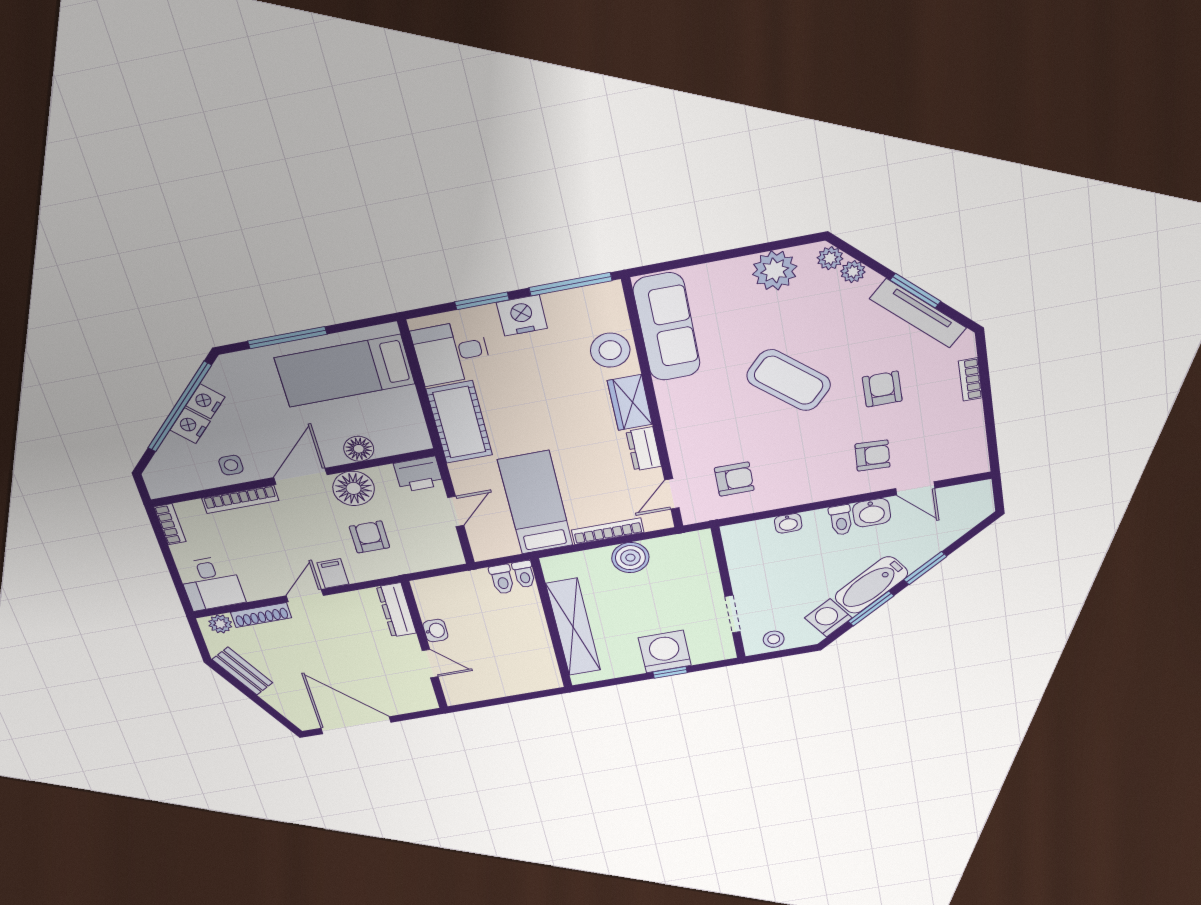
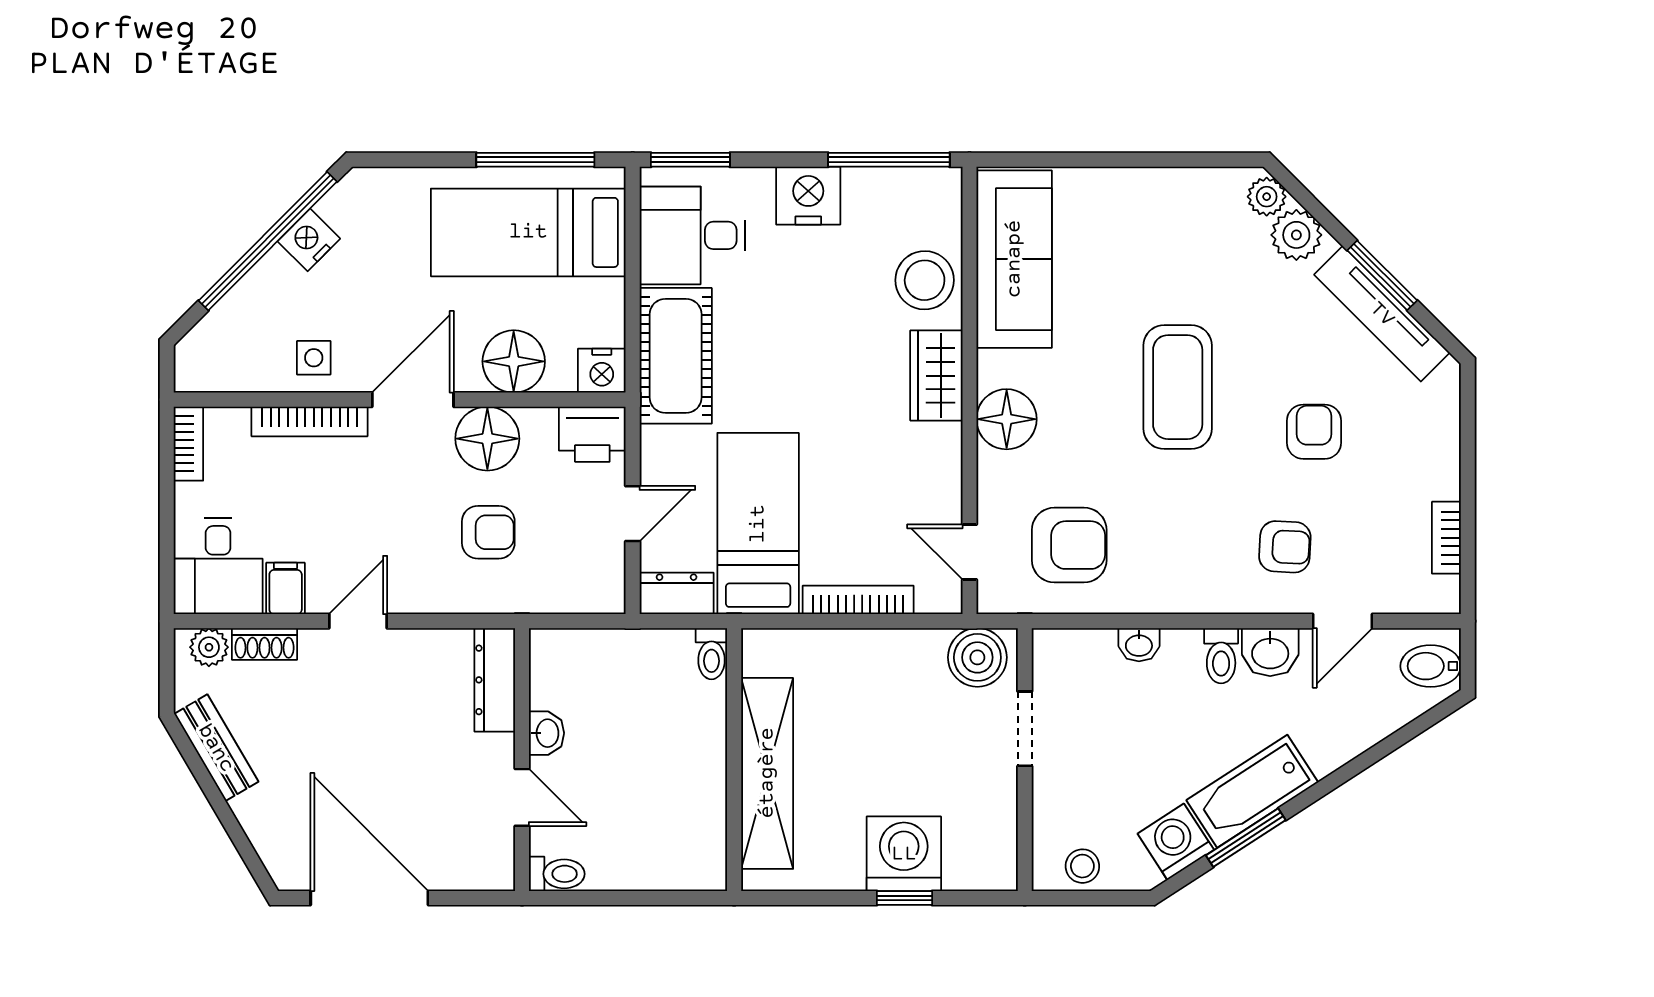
plant: (775, 270) -> (1185, 200), removed
plant: (853, 272) -> (1296, 235), width x1.38, depth x1.38
window: (482, 301) -> (690, 160), moved
window: (287, 338) -> (535, 160), moved
bookcase: (970, 379) -> (1446, 538), moved
coffee table: (789, 380) -> (1178, 387), turned 48
floor lamp: (680, 418) -> (1007, 419), added
nightstand: (190, 426) -> (602, 371), moved, turned -135
floor lamp: (359, 449) -> (514, 361), width x1.38, depth x1.38
dresser: (644, 449) -> (677, 593), moved, turned 90
armchair: (734, 479) -> (1069, 545), width x1.38, depth x1.38
door: (915, 488) -> (1343, 621), hinge flipped
door: (672, 494) -> (969, 552), hinge flipped
bidet: (975, 502) -> (1431, 666), added
armchair: (369, 537) -> (488, 532), turned 90
boiler: (630, 558) -> (977, 657), moved
window: (925, 568) -> (1341, 776), removed
filing cabinet: (333, 573) -> (286, 588), moved
toilet: (502, 579) -> (557, 874), moved, turned -90
doorway: (733, 614) -> (1025, 729), moved
shoe rack: (261, 615) -> (265, 644), width x0.70

